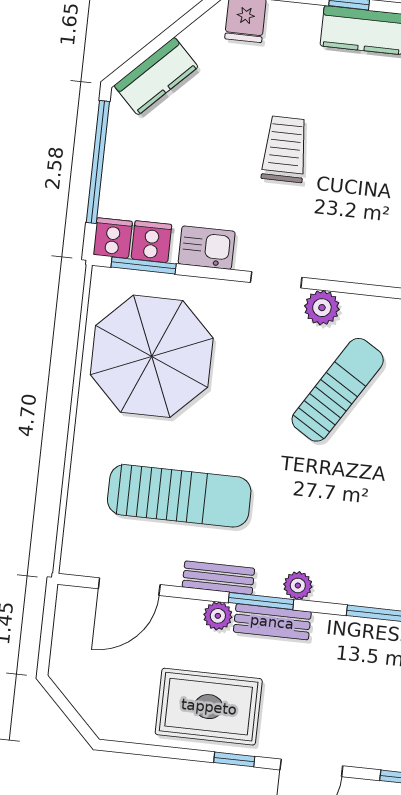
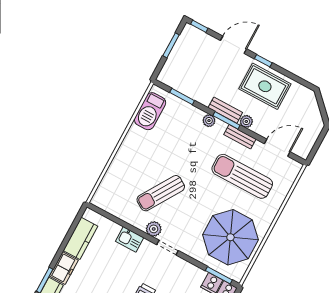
kitchen sink: (207, 248) -> (130, 239), moved

